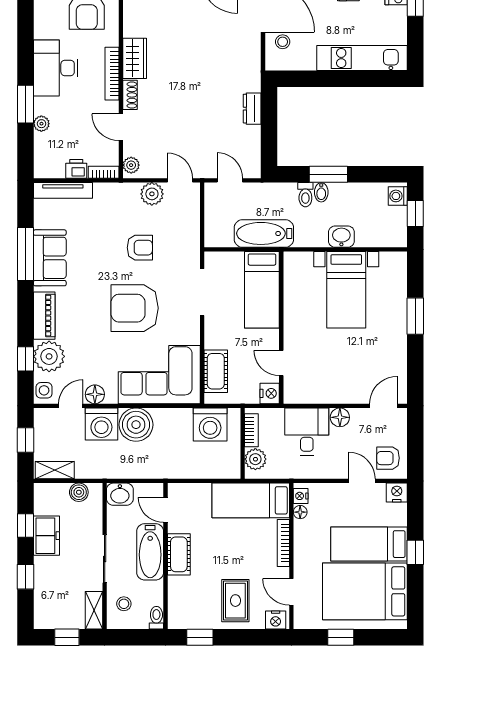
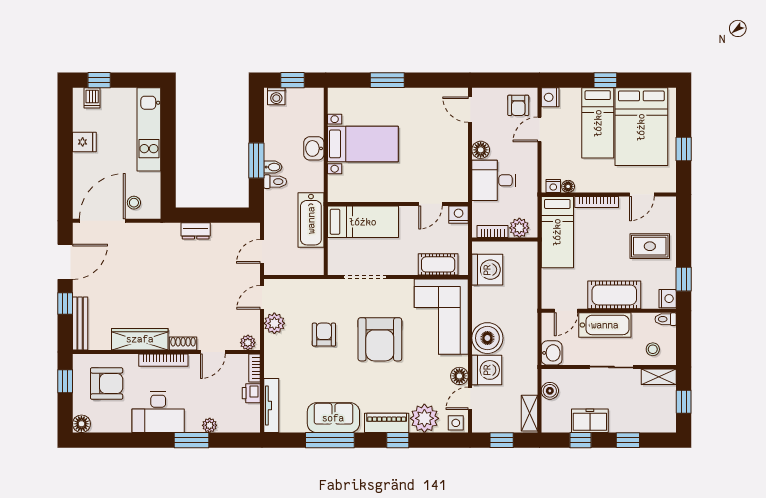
wardrobe: (135, 58) -> (140, 339), width x1.50
window: (25, 359) -> (398, 440), moved
door: (71, 406) -> (470, 398), hinge flipped
cot: (179, 554) -> (614, 295), width x1.37, depth x1.34
nightstand: (276, 620) -> (668, 299), moved

